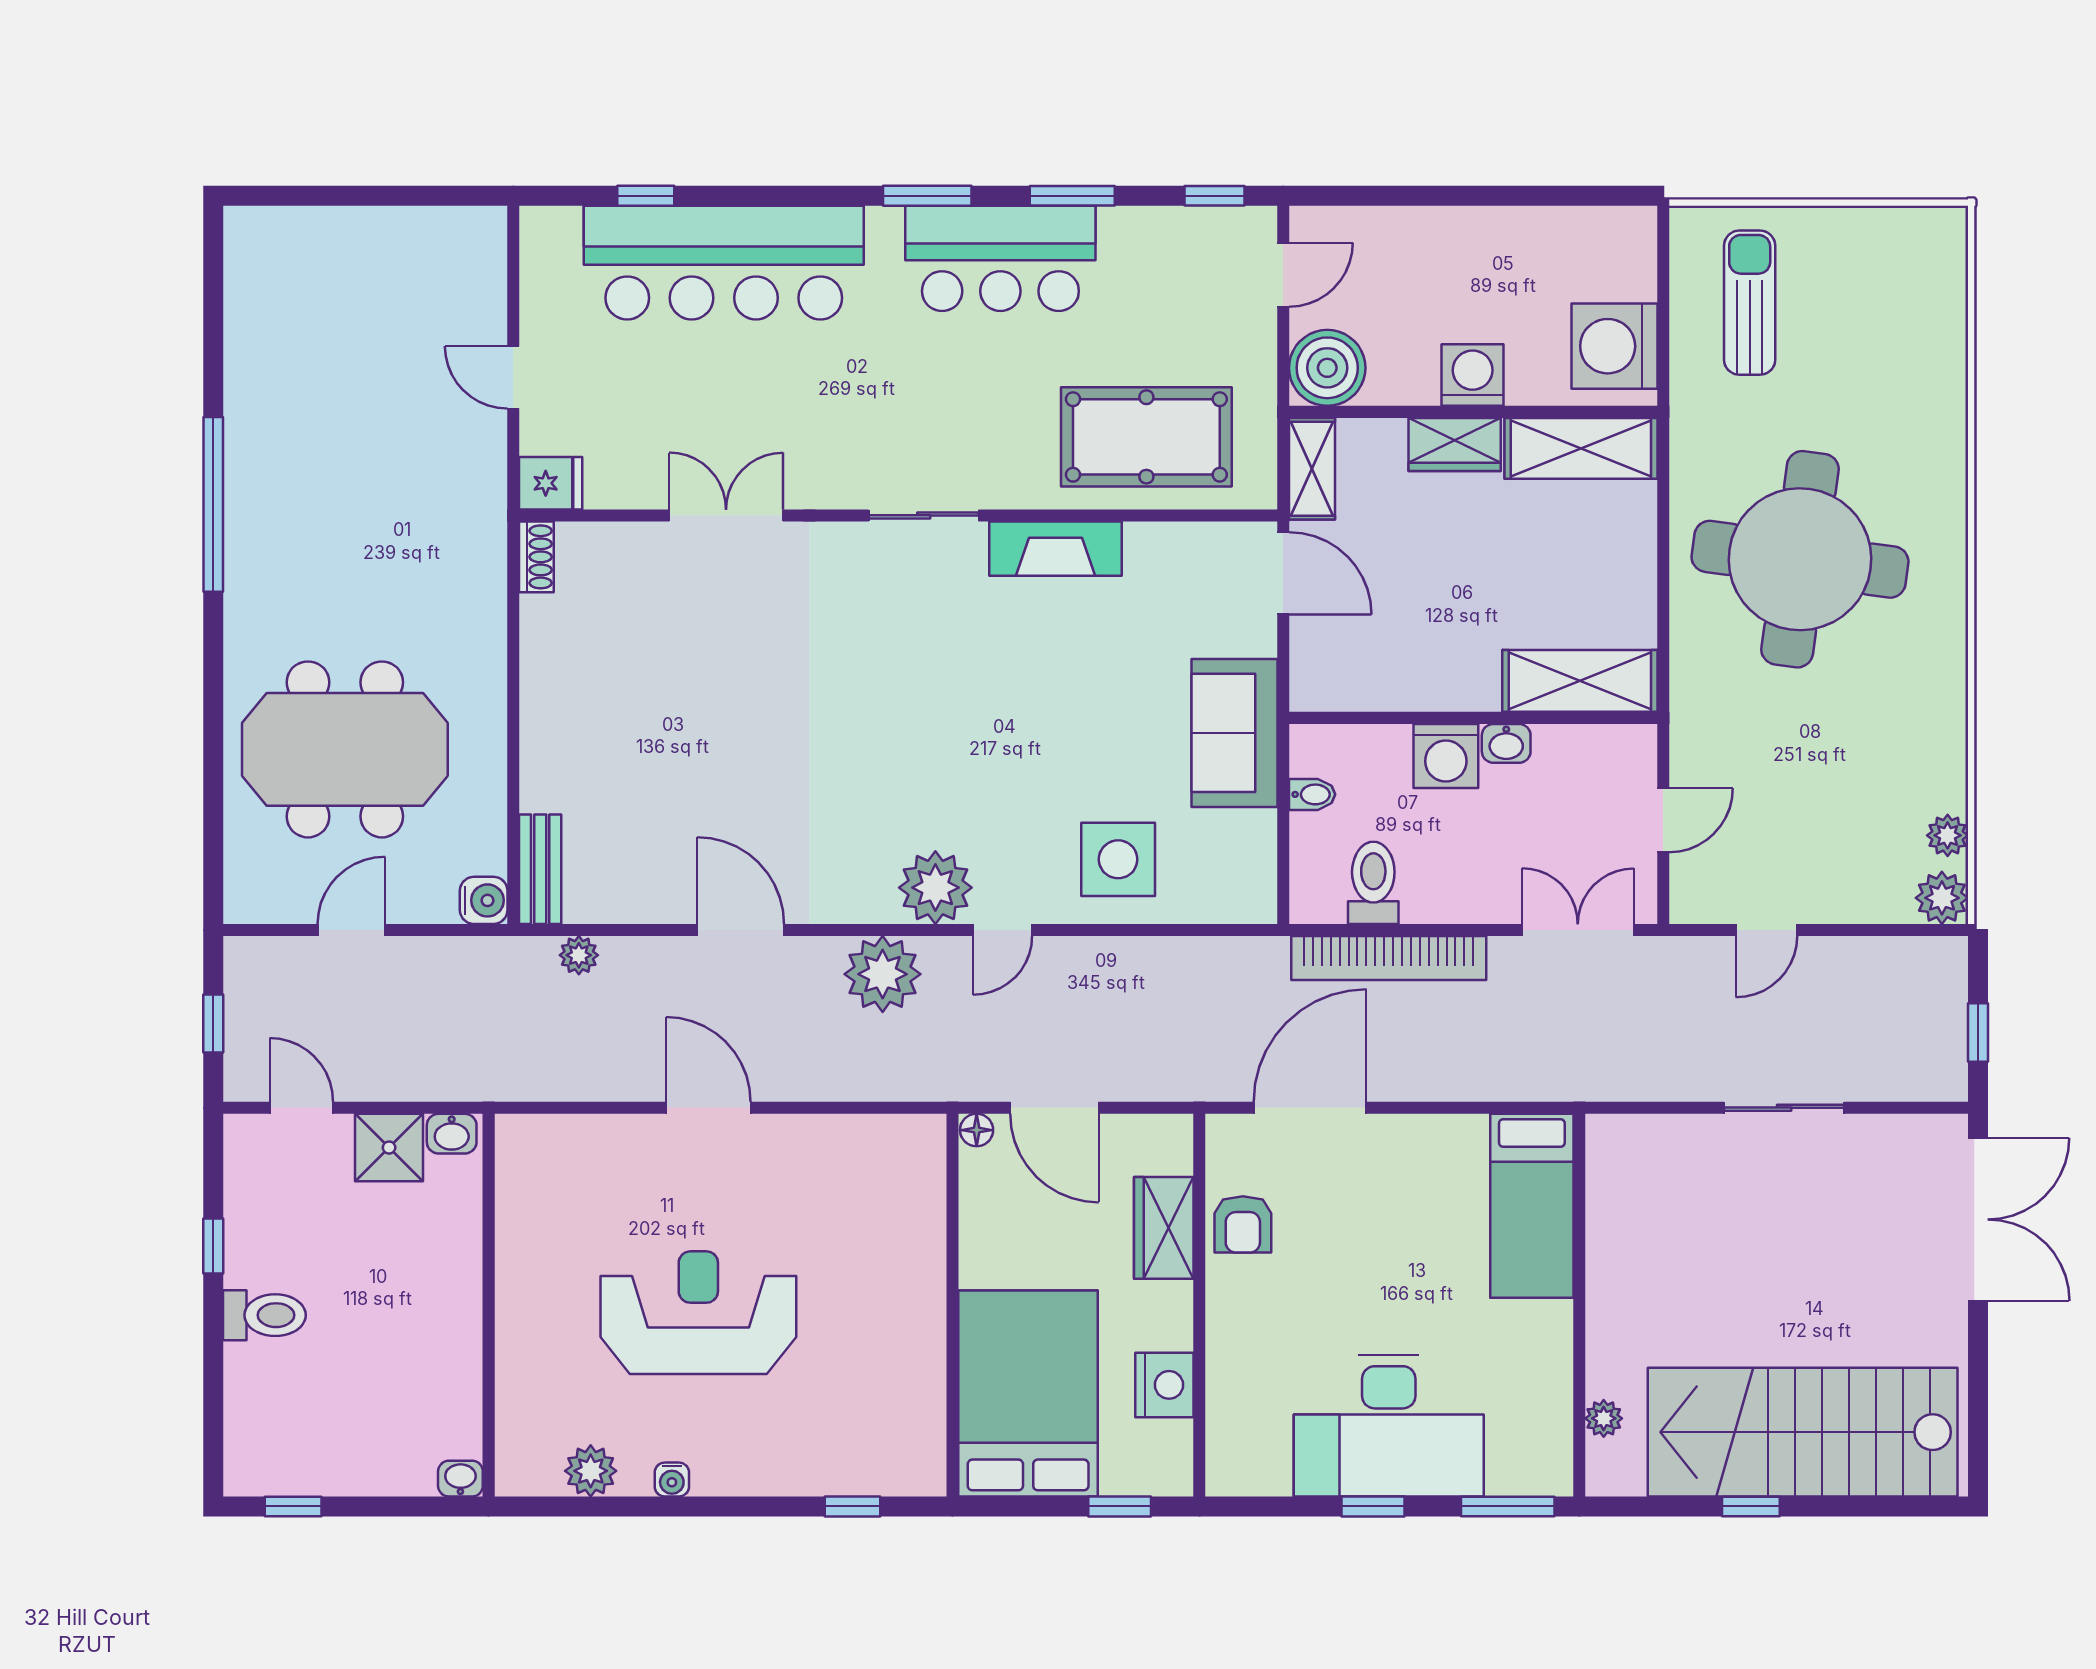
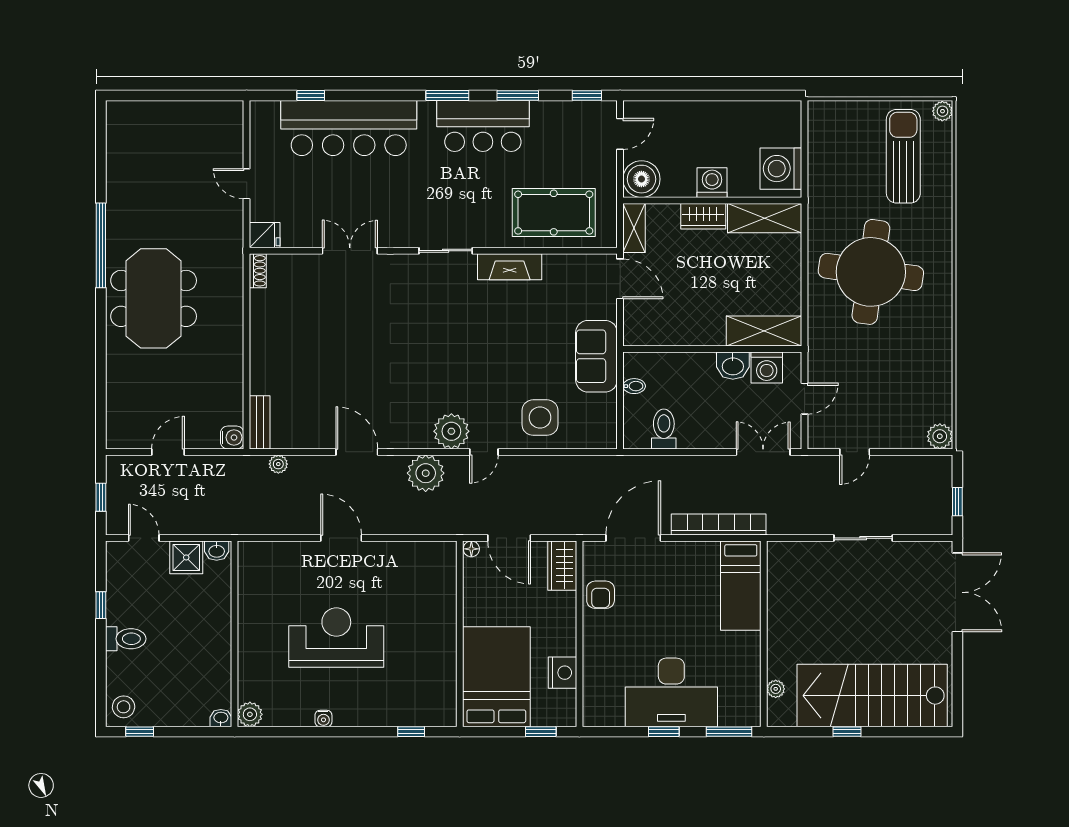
sun lounger: (1750, 303) -> (903, 156), moved, width x1.36, depth x1.34
washbasin: (1506, 743) -> (733, 366), width x1.38, depth x1.45
meeting table: (345, 749) -> (154, 298), moved, turned 90
washing machine: (1446, 756) -> (767, 367), moved
plant: (1948, 835) -> (942, 111), moved
bookcase: (1389, 958) -> (719, 524), moved, turned 180
wardrobe: (1164, 1228) -> (562, 566), moved
stool: (260, 1455) -> (124, 707), added
plant: (591, 1471) -> (250, 714), moved

